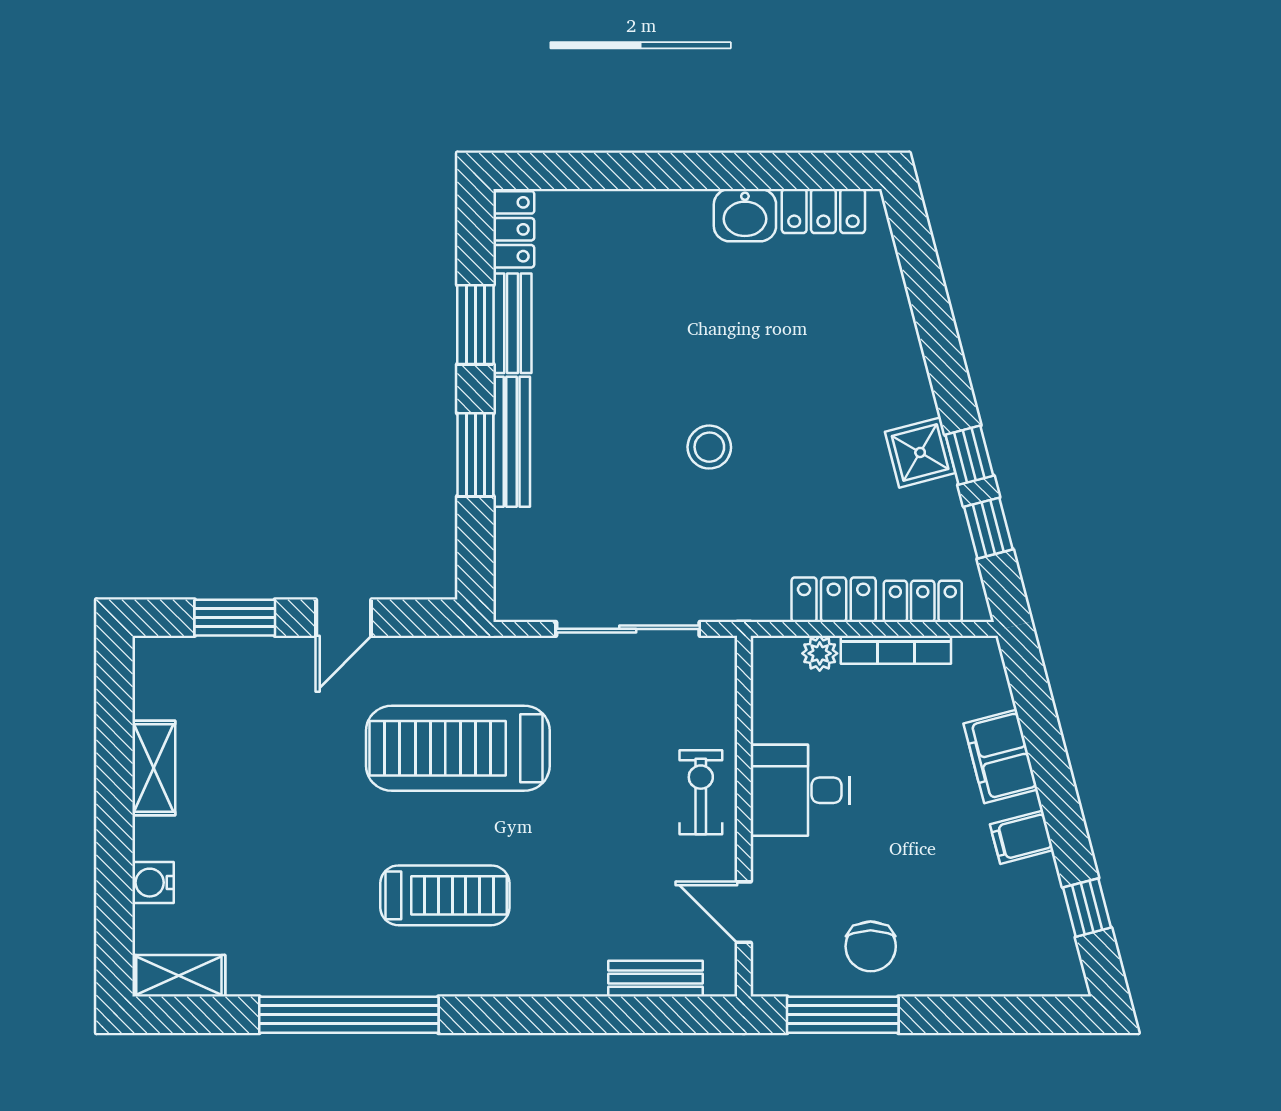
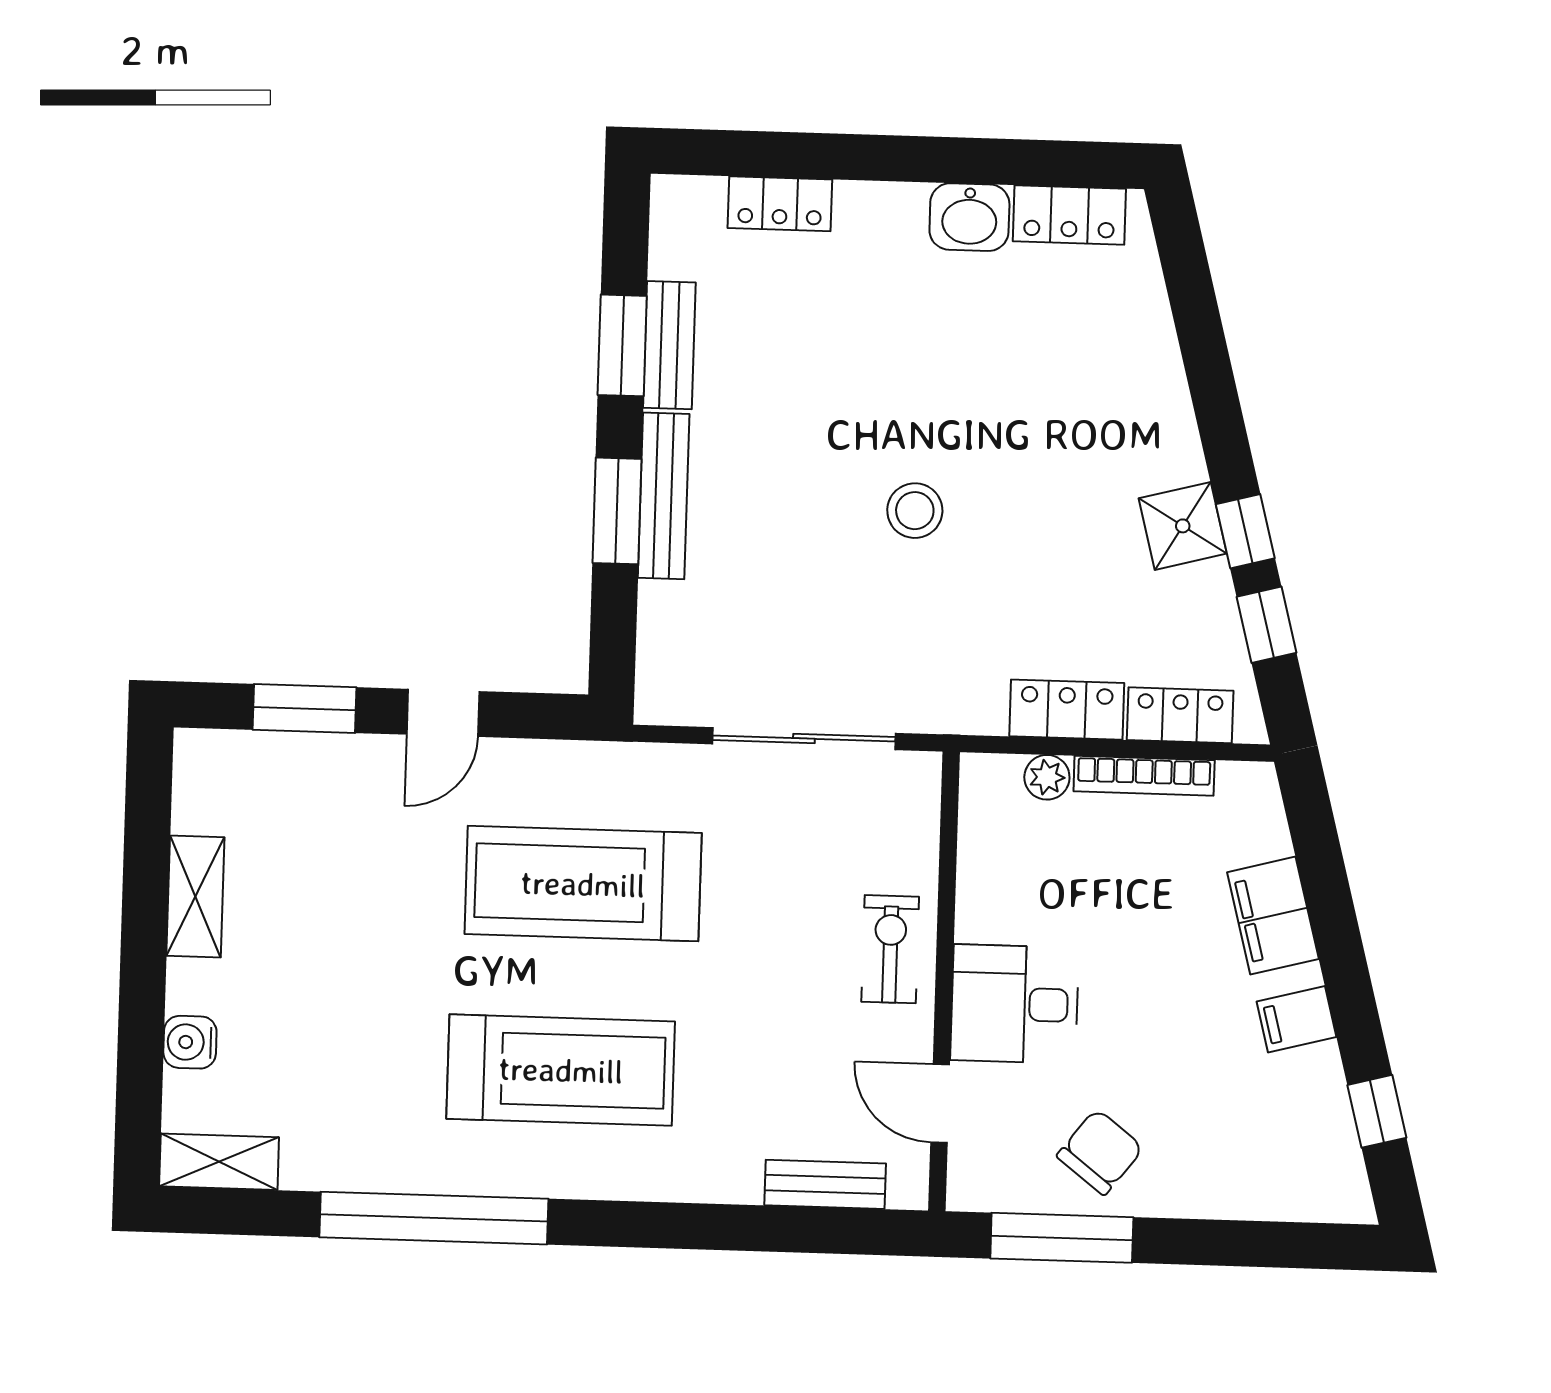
locker: (514, 229) -> (780, 204), moved, turned 90
desk: (800, 790) -> (1015, 1004), moved
treadmill: (445, 895) -> (561, 1070), width x1.37, depth x1.38
chair: (871, 946) -> (1100, 1152), turned -142

